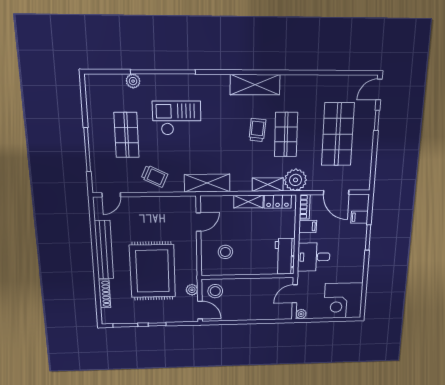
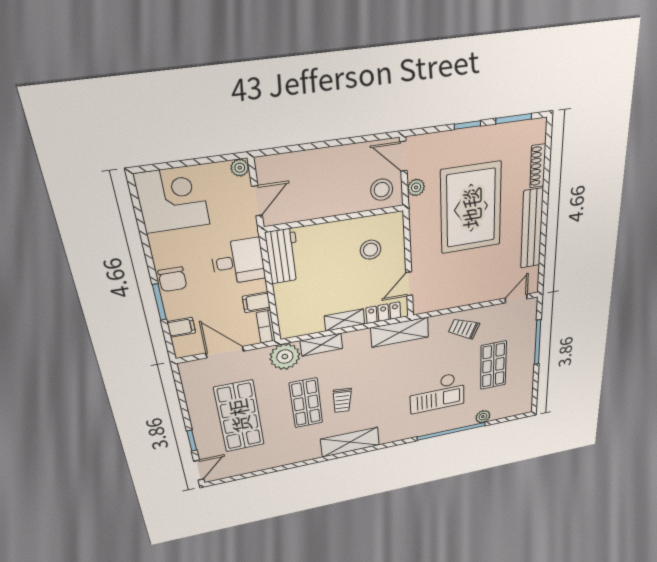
locker: (278, 202) -> (383, 313), moved
chair: (356, 252) -> (172, 279), added

